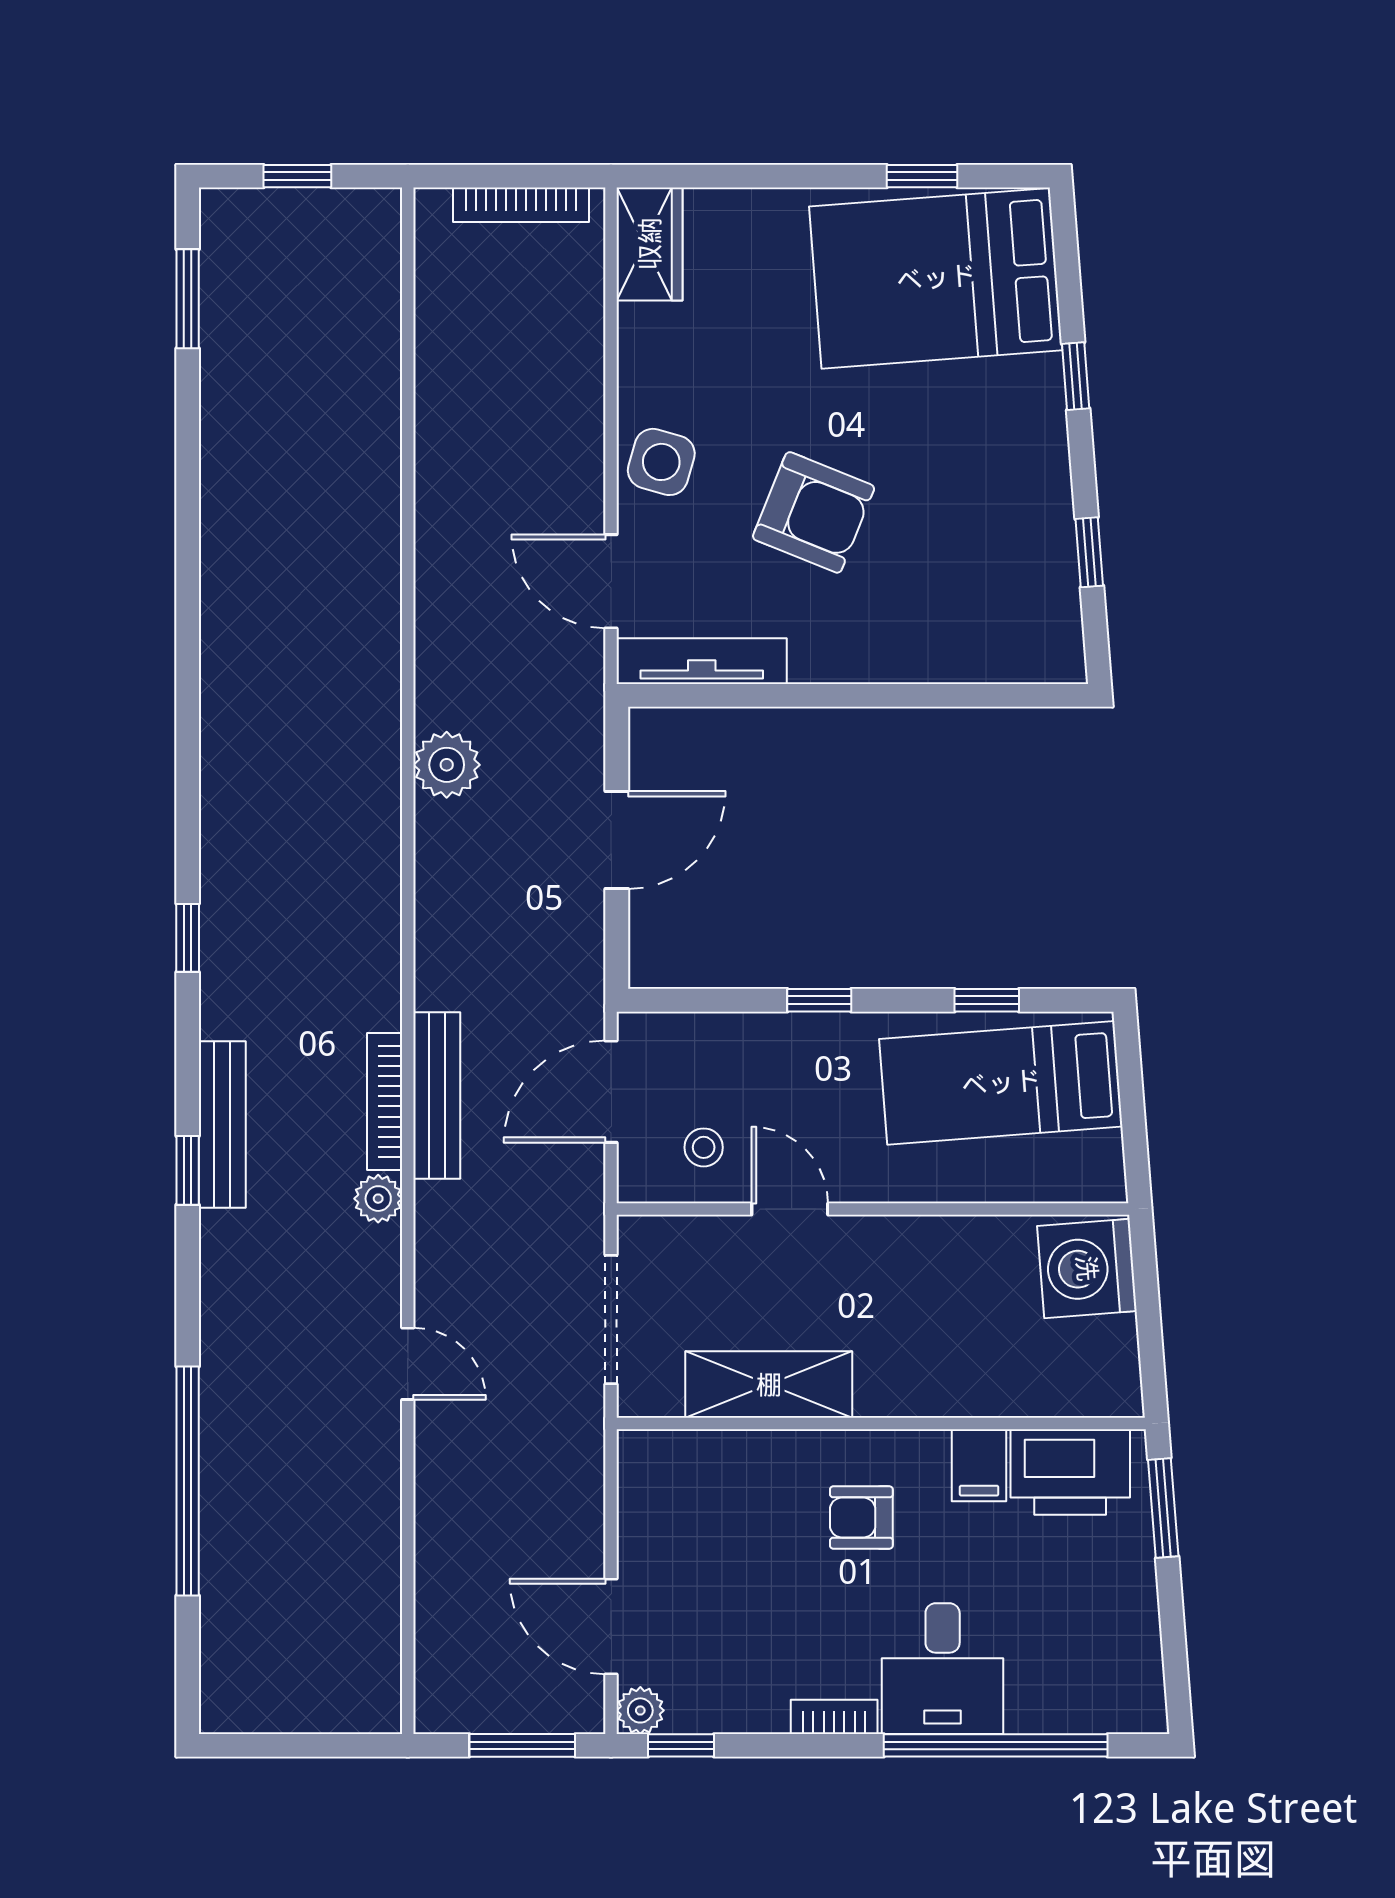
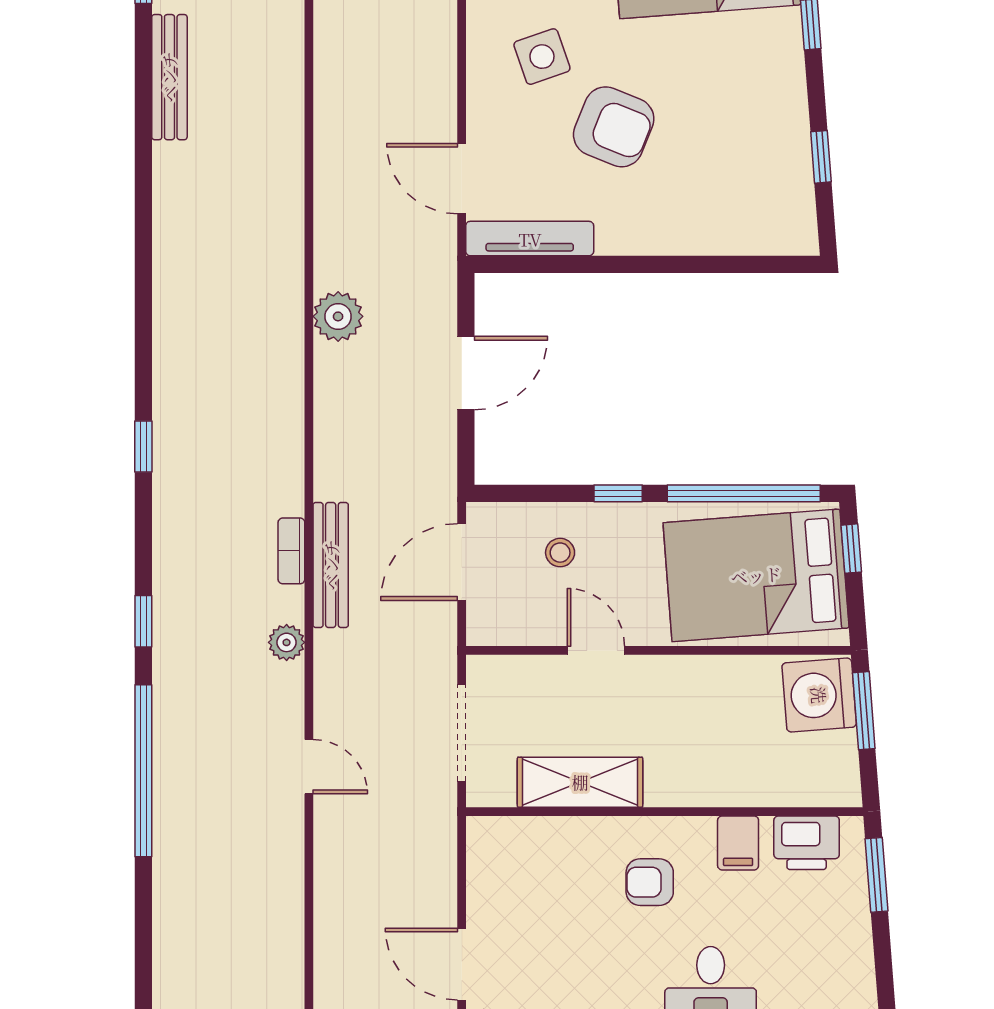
side table: (661, 462) -> (542, 57), moved, turned -35
window: (987, 1000) -> (744, 493), width x3.17
window: (1130, 1074) -> (851, 549), added
bed: (1001, 1083) -> (756, 575), width x1.50
bookcase: (385, 1101) -> (291, 551), width x0.64
bench: (222, 1125) -> (169, 77), moved
stool: (704, 1147) -> (560, 553), moved
window: (1146, 1289) -> (864, 711), added
printer: (1070, 1472) -> (807, 843), width x0.73, depth x0.84
window: (188, 1481) -> (143, 771), moved

